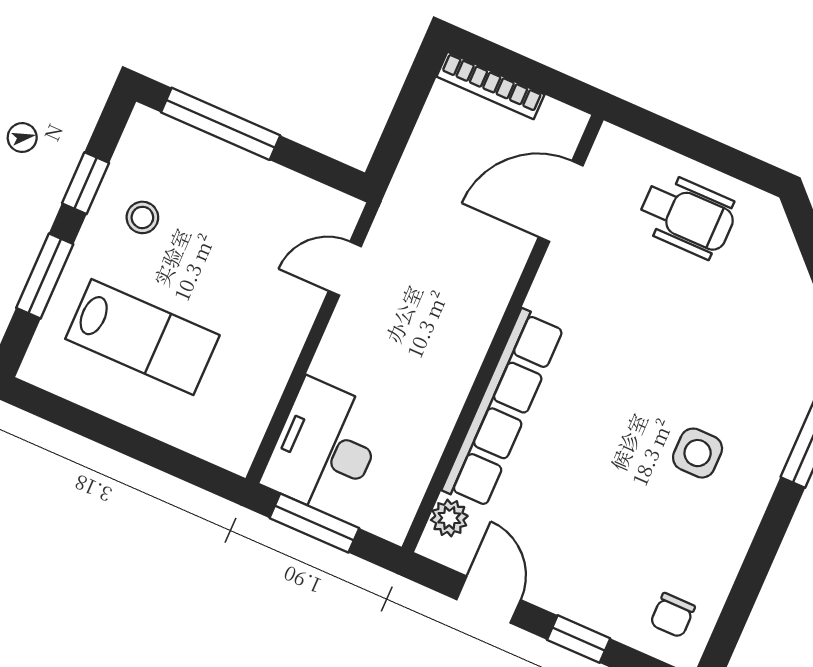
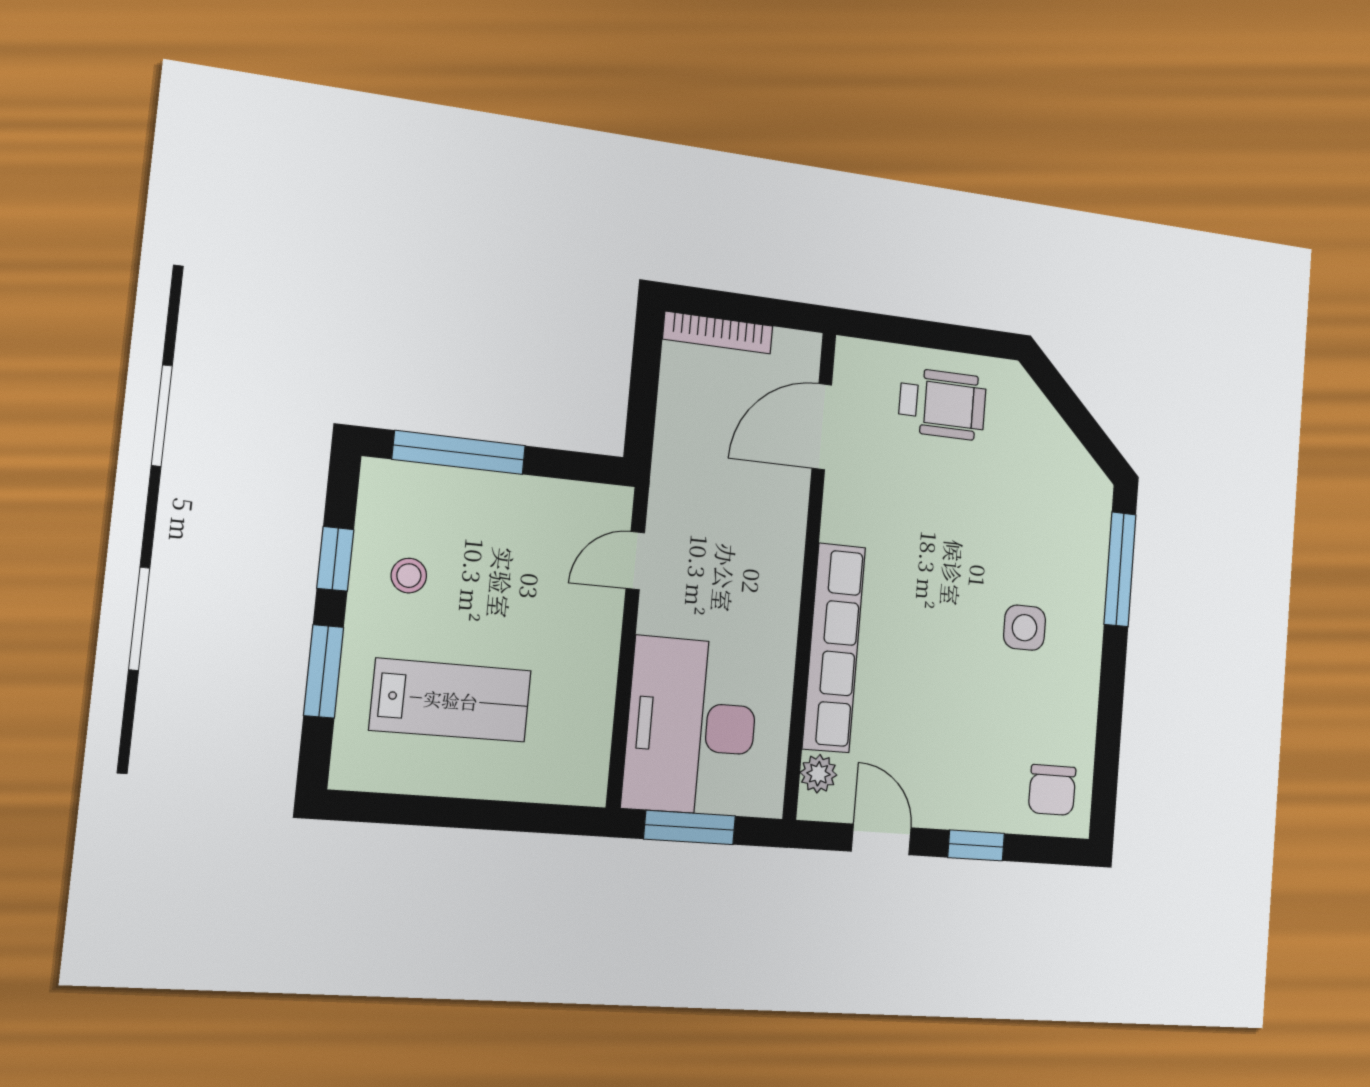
desk: (325, 448) -> (691, 726), width x1.36, depth x1.30
chair: (673, 615) -> (1052, 790), width x1.37, depth x1.37

